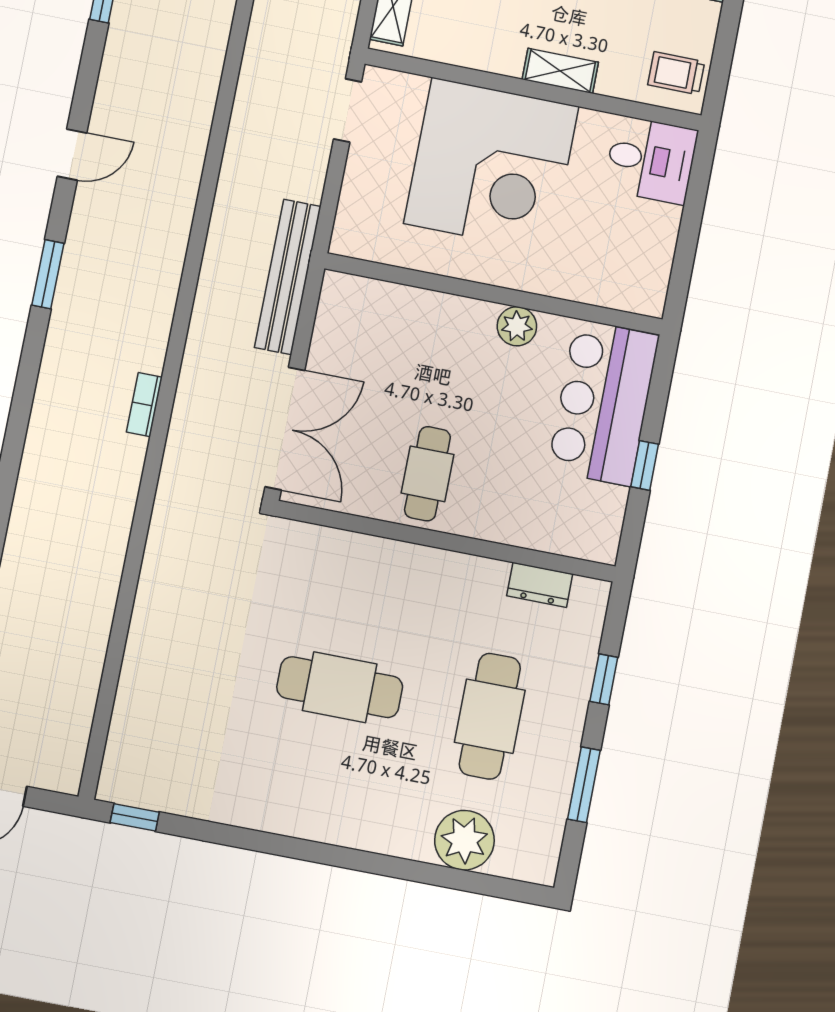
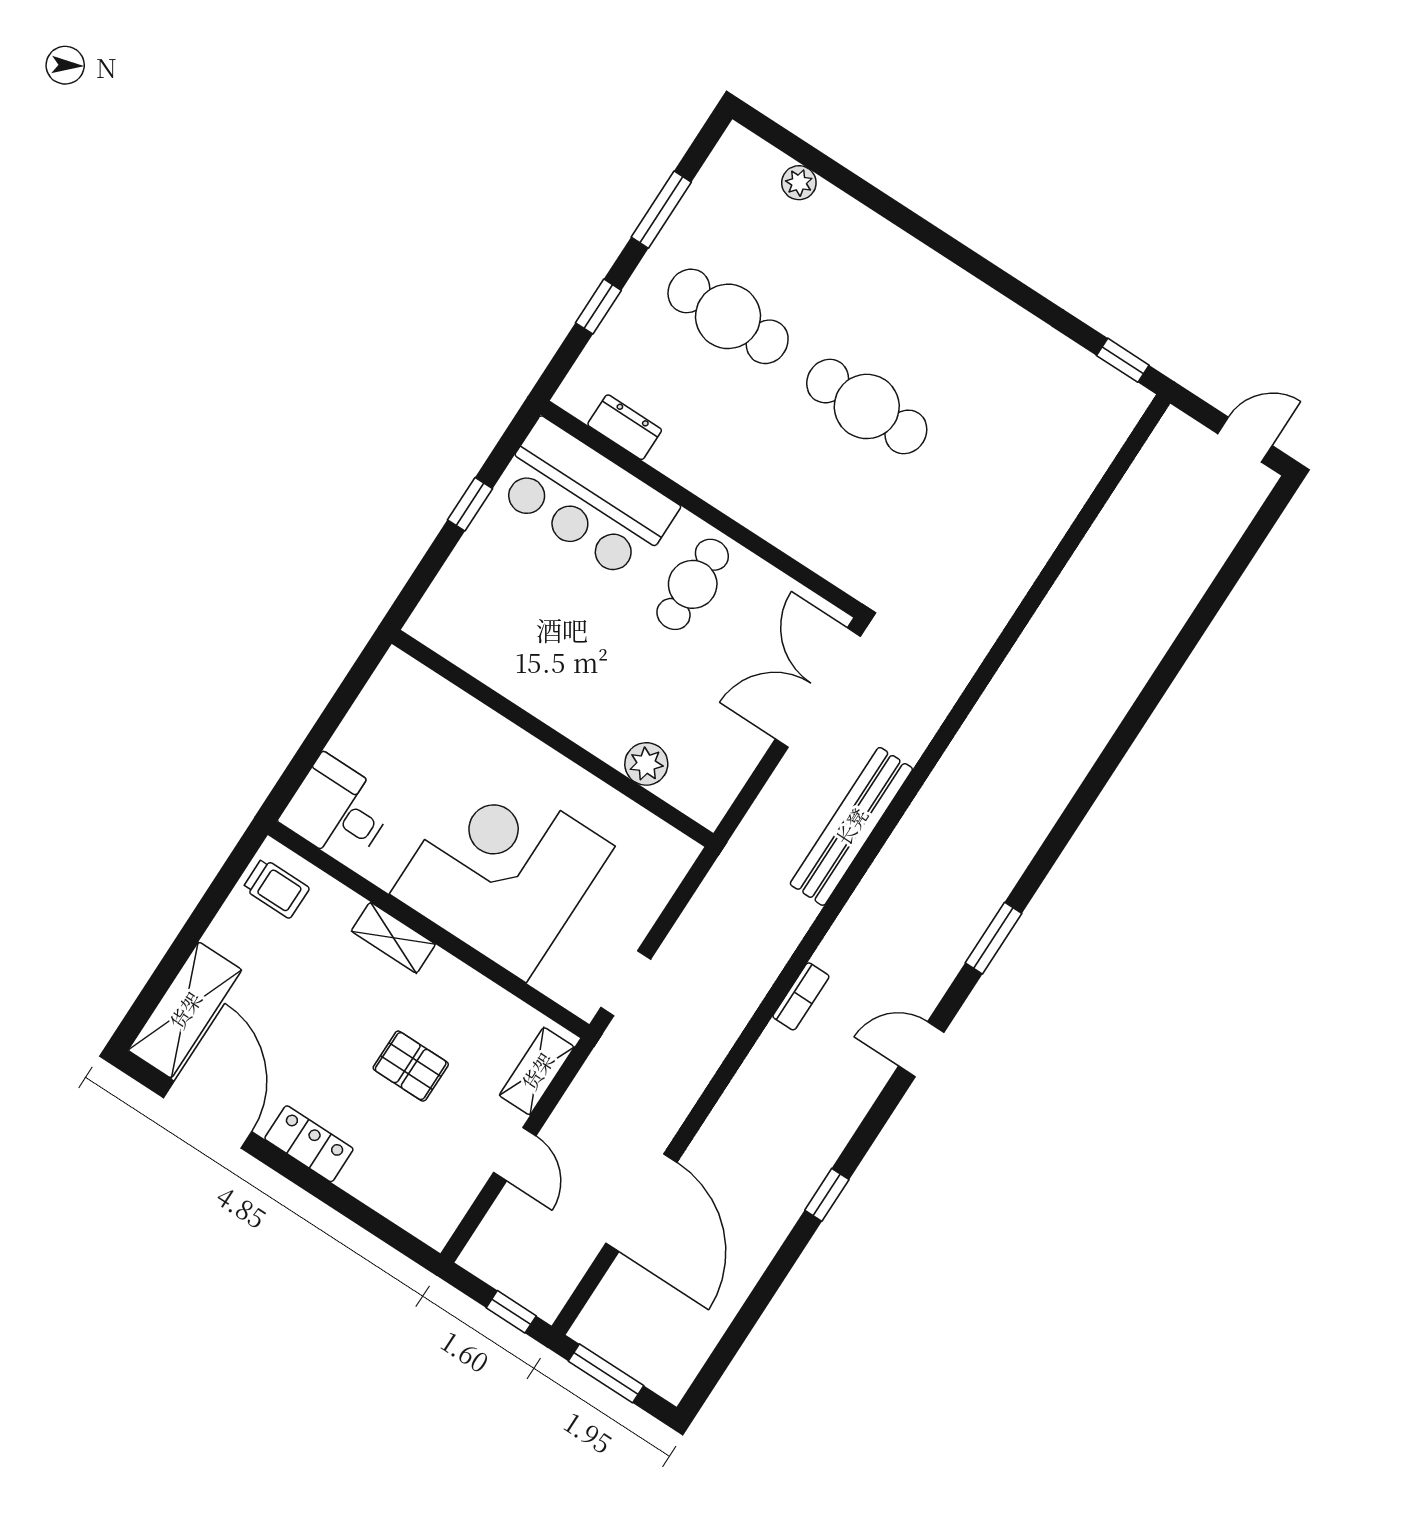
bench: (288, 277) -> (851, 826), moved
plant: (517, 326) -> (646, 764), moved
bar counter: (603, 403) -> (586, 499), moved, turned 90
bookcase: (144, 405) -> (801, 996), moved
cafe table: (490, 716) -> (728, 316), turned 90
plant: (464, 840) -> (799, 183), width x0.53, depth x0.53

